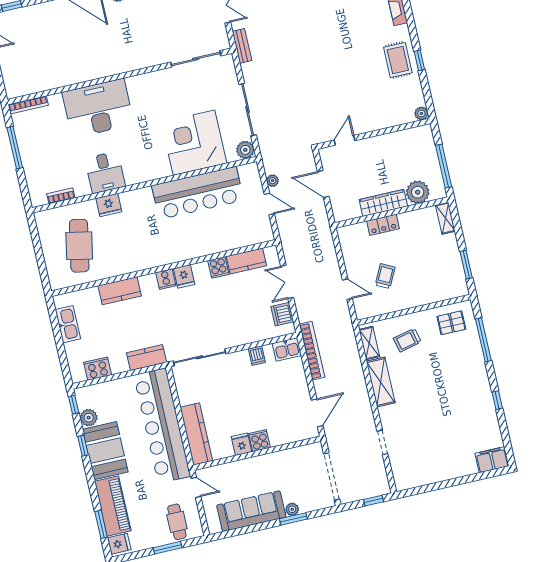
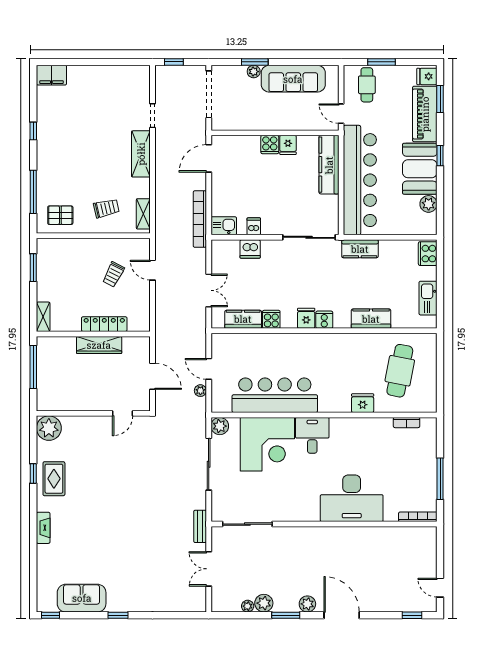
plant: (421, 113) -> (49, 428), width x1.87, depth x1.87
desk: (105, 172) -> (312, 435), moved
plant: (418, 192) -> (64, 348), removed
locker: (383, 225) -> (104, 324), width x1.53
dishwasher: (282, 314) -> (250, 249), moved, turned 90
cooker: (98, 369) -> (428, 254), moved, turned 90
shelving: (381, 382) -> (141, 154), moved
window: (74, 405) -> (440, 220), removed
window: (83, 446) -> (440, 156), moved

